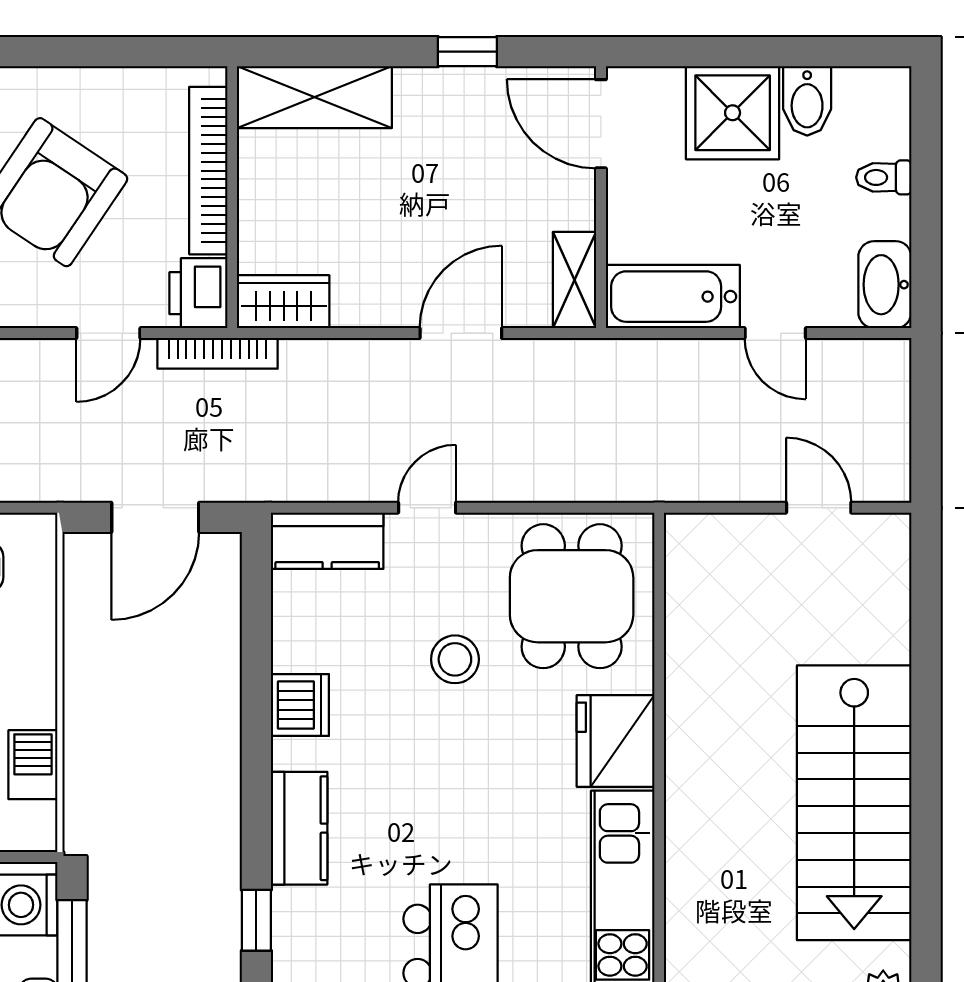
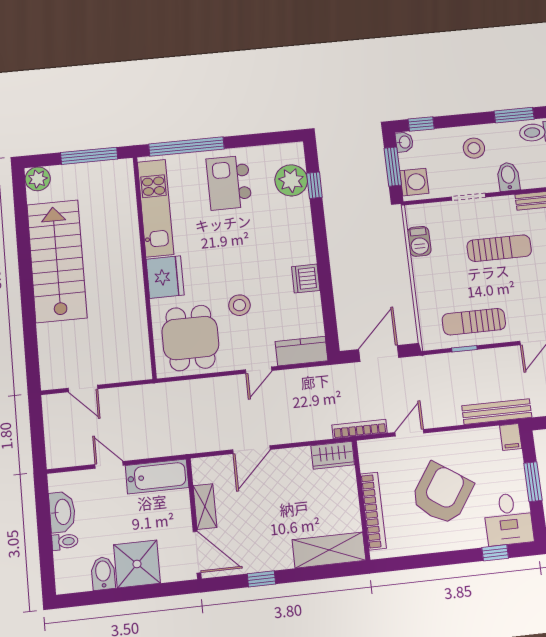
shelving: (574, 280) -> (205, 507), moved
washbasin: (885, 285) -> (62, 512), moved
printer: (198, 293) -> (371, 455), removed
kitchen counter: (299, 828) -> (300, 226), removed
plant: (308, 937) -> (291, 180), added

